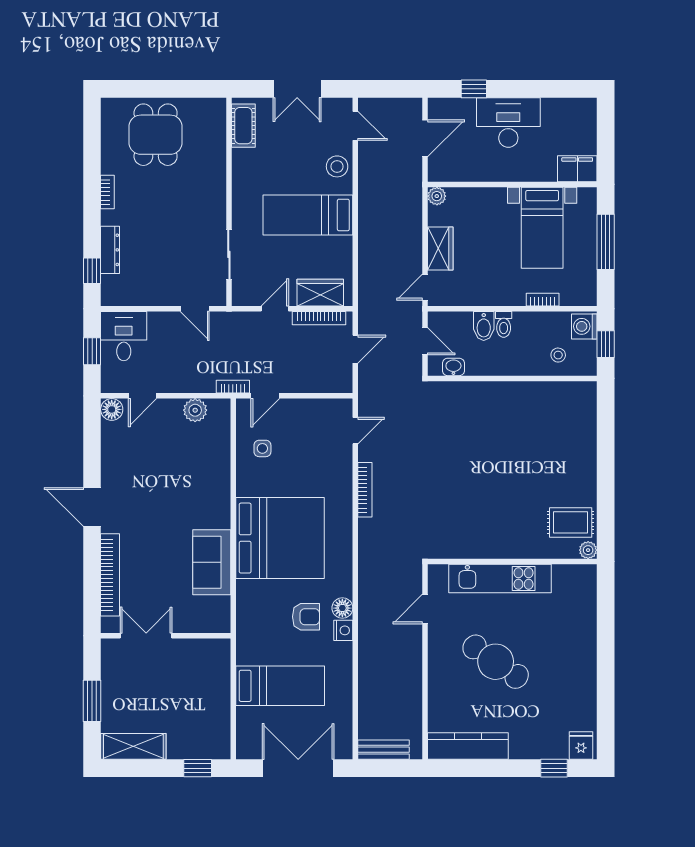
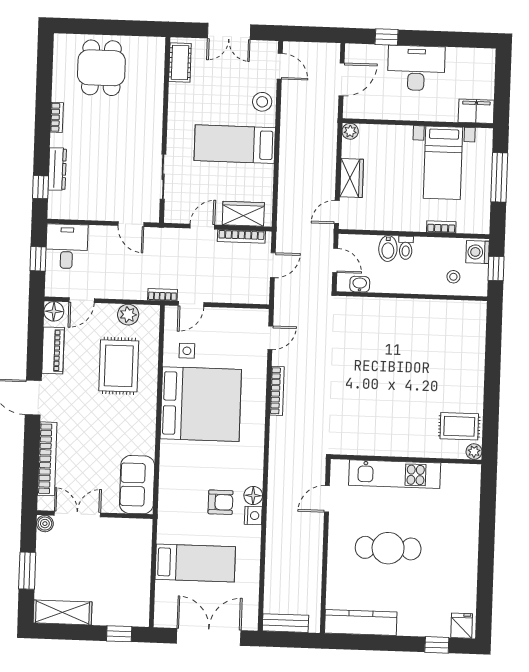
piano: (112, 453) -> (53, 350), added
rug: (187, 468) -> (119, 366), added
bed: (280, 538) -> (201, 404), moved
sofa: (212, 562) -> (137, 485), moved
boiler: (110, 648) -> (45, 524), added
cafe table: (496, 662) -> (388, 548), turned -35

